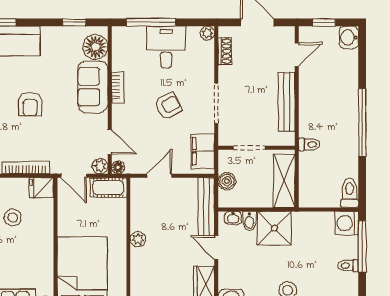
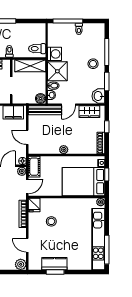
boiler: (227, 181) -> (41, 99), moved
toilet: (350, 193) -> (37, 49), moved
washing machine: (347, 223) -> (54, 54), moved, turned -90

